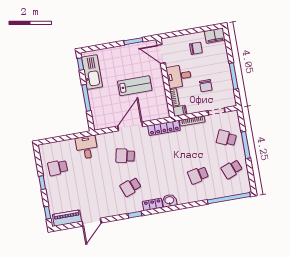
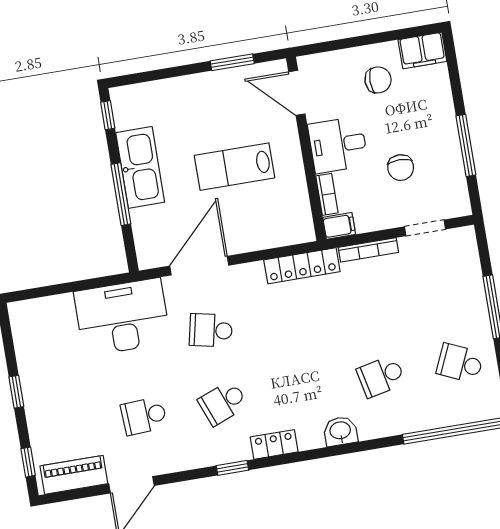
kitchen sink: (92, 72) -> (140, 167), moved
lab bench: (135, 86) -> (234, 167), turned 180
door: (130, 126) -> (199, 266), moved
school desk: (226, 138) -> (448, 291), removed
desk: (87, 147) -> (122, 317), width x1.87, depth x1.30
school desk: (58, 168) -> (144, 416), moved
school desk: (232, 169) -> (460, 363), turned 45
washbasin: (169, 201) -> (340, 431), moved

